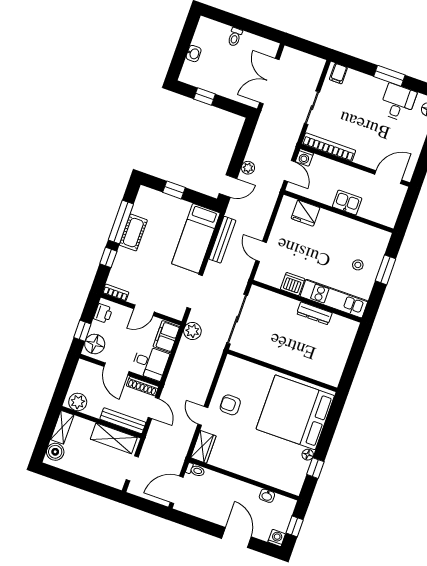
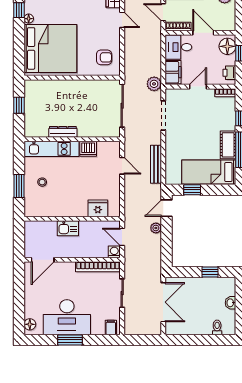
toilet: (235, 37) -> (217, 327), moved
desk: (398, 102) -> (67, 317), width x1.87, depth x1.30
window: (174, 190) -> (192, 190), moved
bed: (196, 238) -> (209, 172), moved, turned -90
window: (353, 361) -> (19, 105), added
armchair: (230, 405) -> (104, 57), moved

